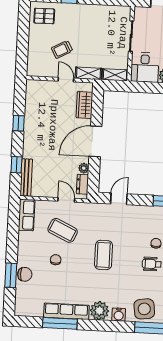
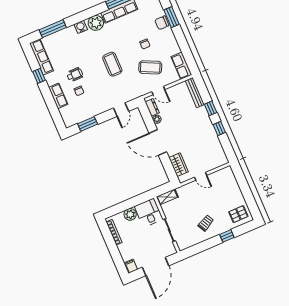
trolley: (62, 49) -> (206, 223), moved
shelving: (88, 73) -> (187, 189), removed
door: (95, 141) -> (158, 142), swing flipped
window: (16, 165) -> (211, 108), moved
side table: (144, 309) -> (64, 40), removed

